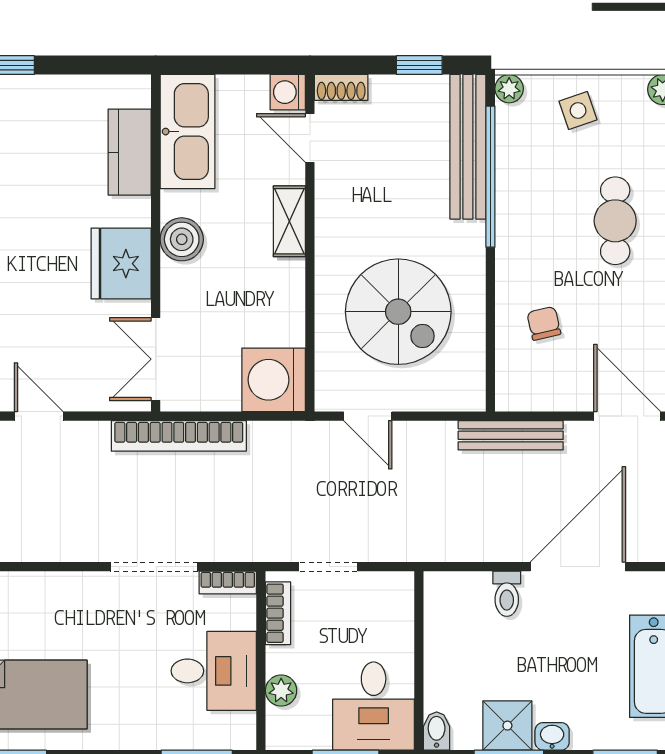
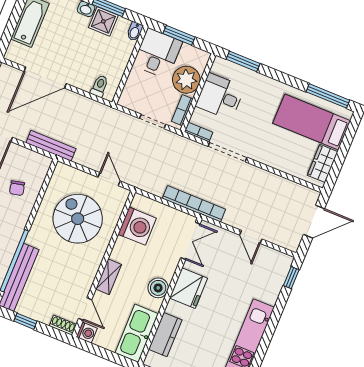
washing machine: (274, 380) -> (137, 226), moved
toilet: (507, 594) -> (100, 86), moved
plant: (281, 691) -> (186, 80), width x1.87, depth x1.87

